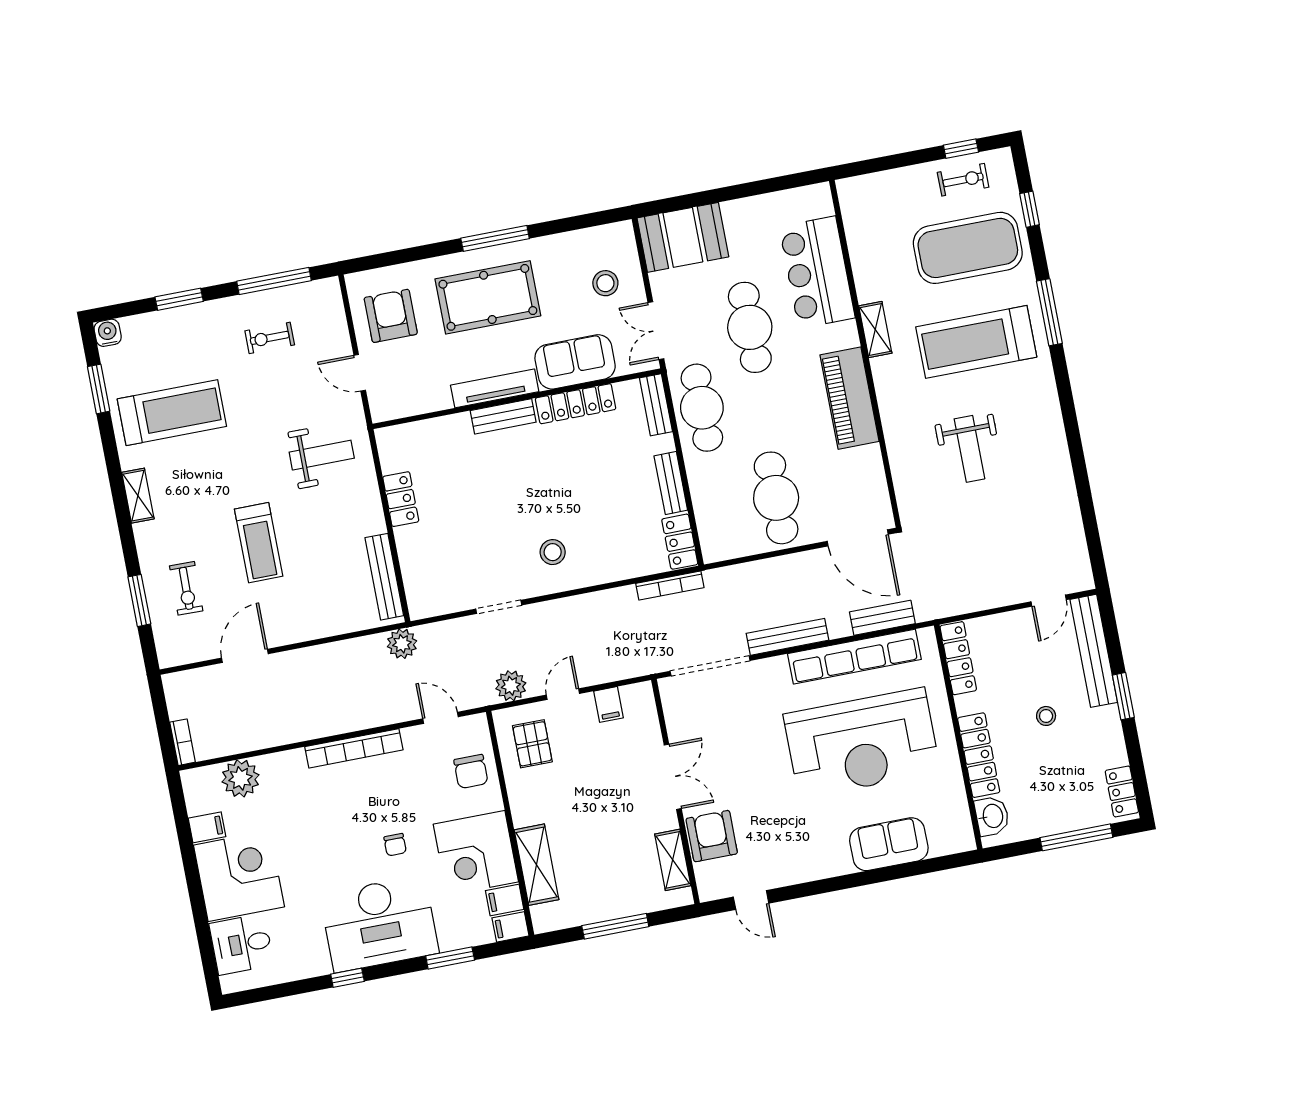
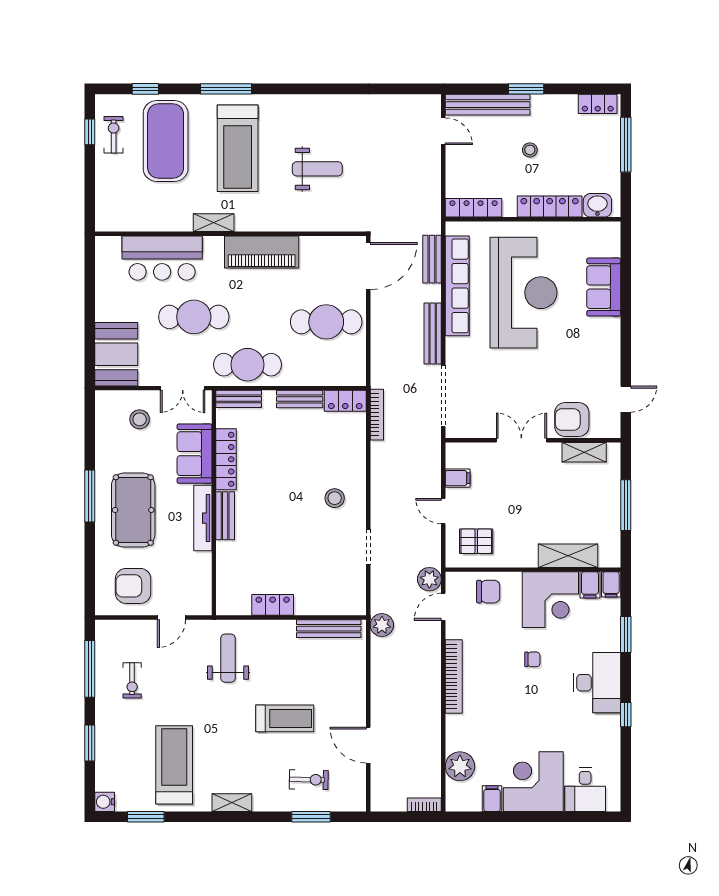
plant: (511, 686) -> (429, 579), moved
desk: (379, 924) -> (597, 683), width x0.73, depth x0.77

